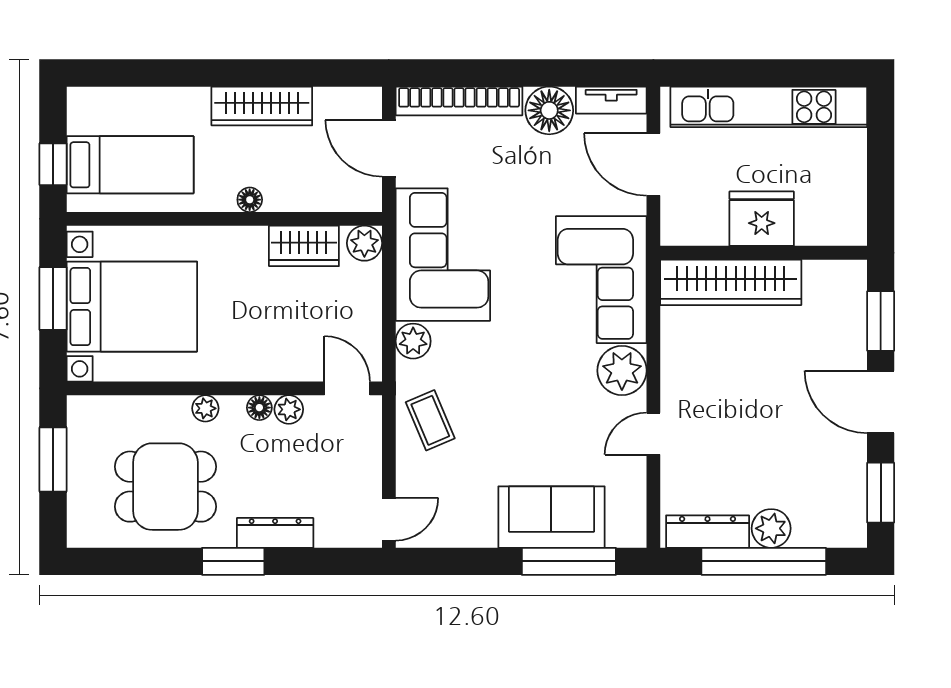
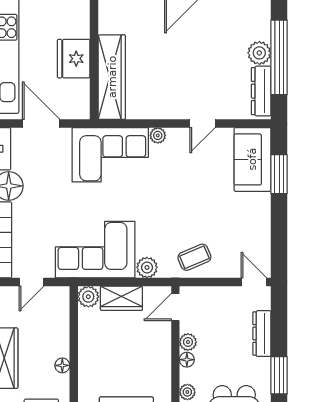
door: (389, 148) -> (31, 282), width x0.73
door: (653, 164) -> (41, 123), swing flipped
wardrobe: (304, 246) -> (121, 298), moved, turned 90
plant: (622, 371) -> (158, 135), width x0.53, depth x0.53
door: (653, 434) -> (202, 123), hinge flipped
sofa: (551, 517) -> (252, 159), moved
dresser: (275, 533) -> (262, 334), moved
window: (569, 561) -> (279, 174), width x0.69

